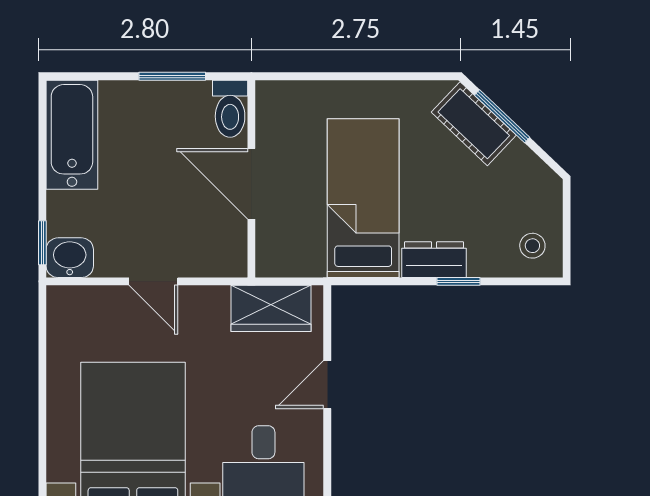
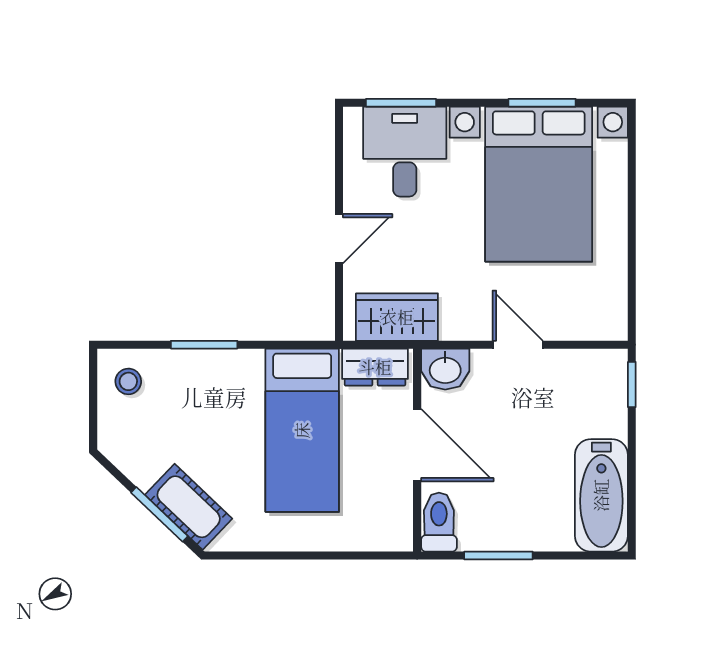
washbasin: (70, 258) -> (445, 369), moved
dresser: (434, 260) -> (375, 367), moved
window: (459, 281) -> (204, 345), width x1.50

